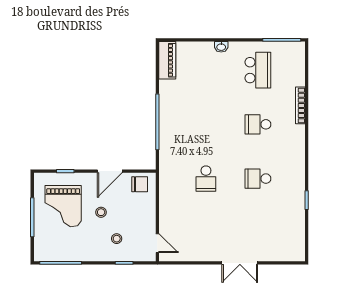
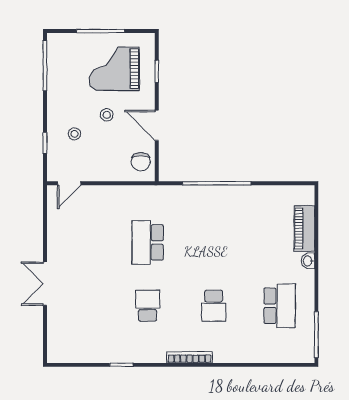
piano: (167, 60) -> (304, 229), moved, turned 90
school desk: (258, 70) -> (280, 306), turned -90
bookcase: (300, 105) -> (190, 357), moved
school desk: (258, 124) -> (214, 306), turned 180
school desk: (206, 179) -> (148, 242), width x1.85

